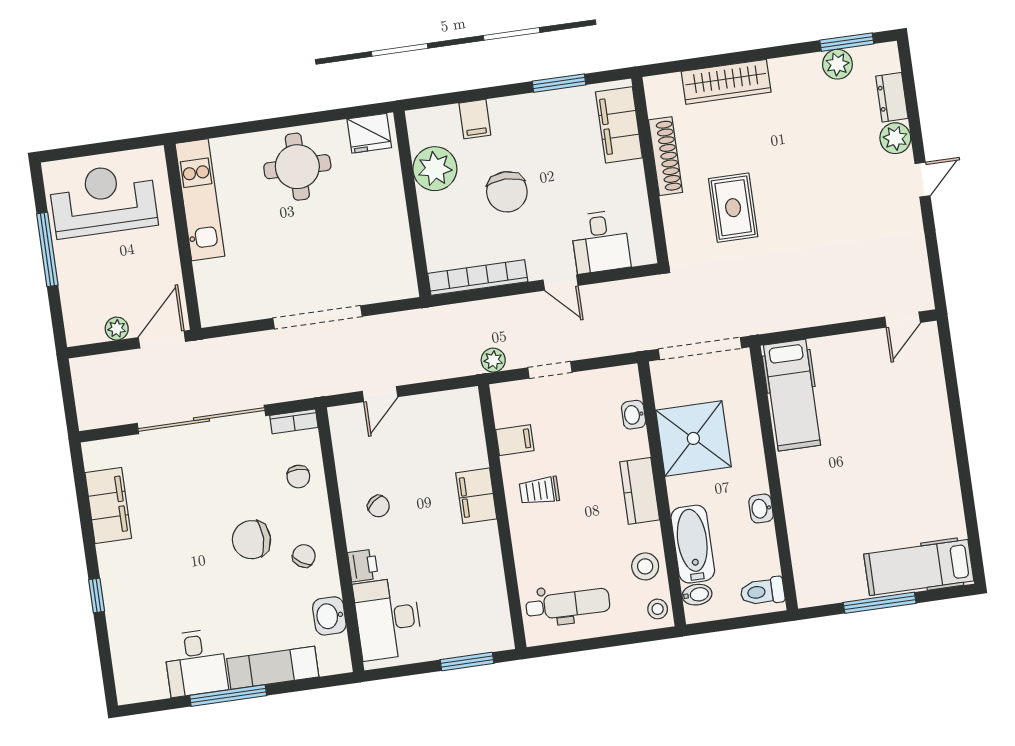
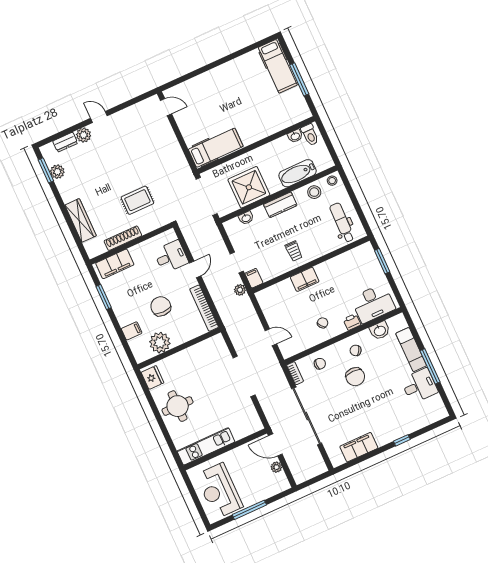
chair: (507, 192) -> (161, 306), turned -90
filing cabinet: (515, 440) -> (254, 278), moved
washbasin: (761, 509) -> (295, 136), moved
bidet: (697, 595) -> (320, 164), removed

